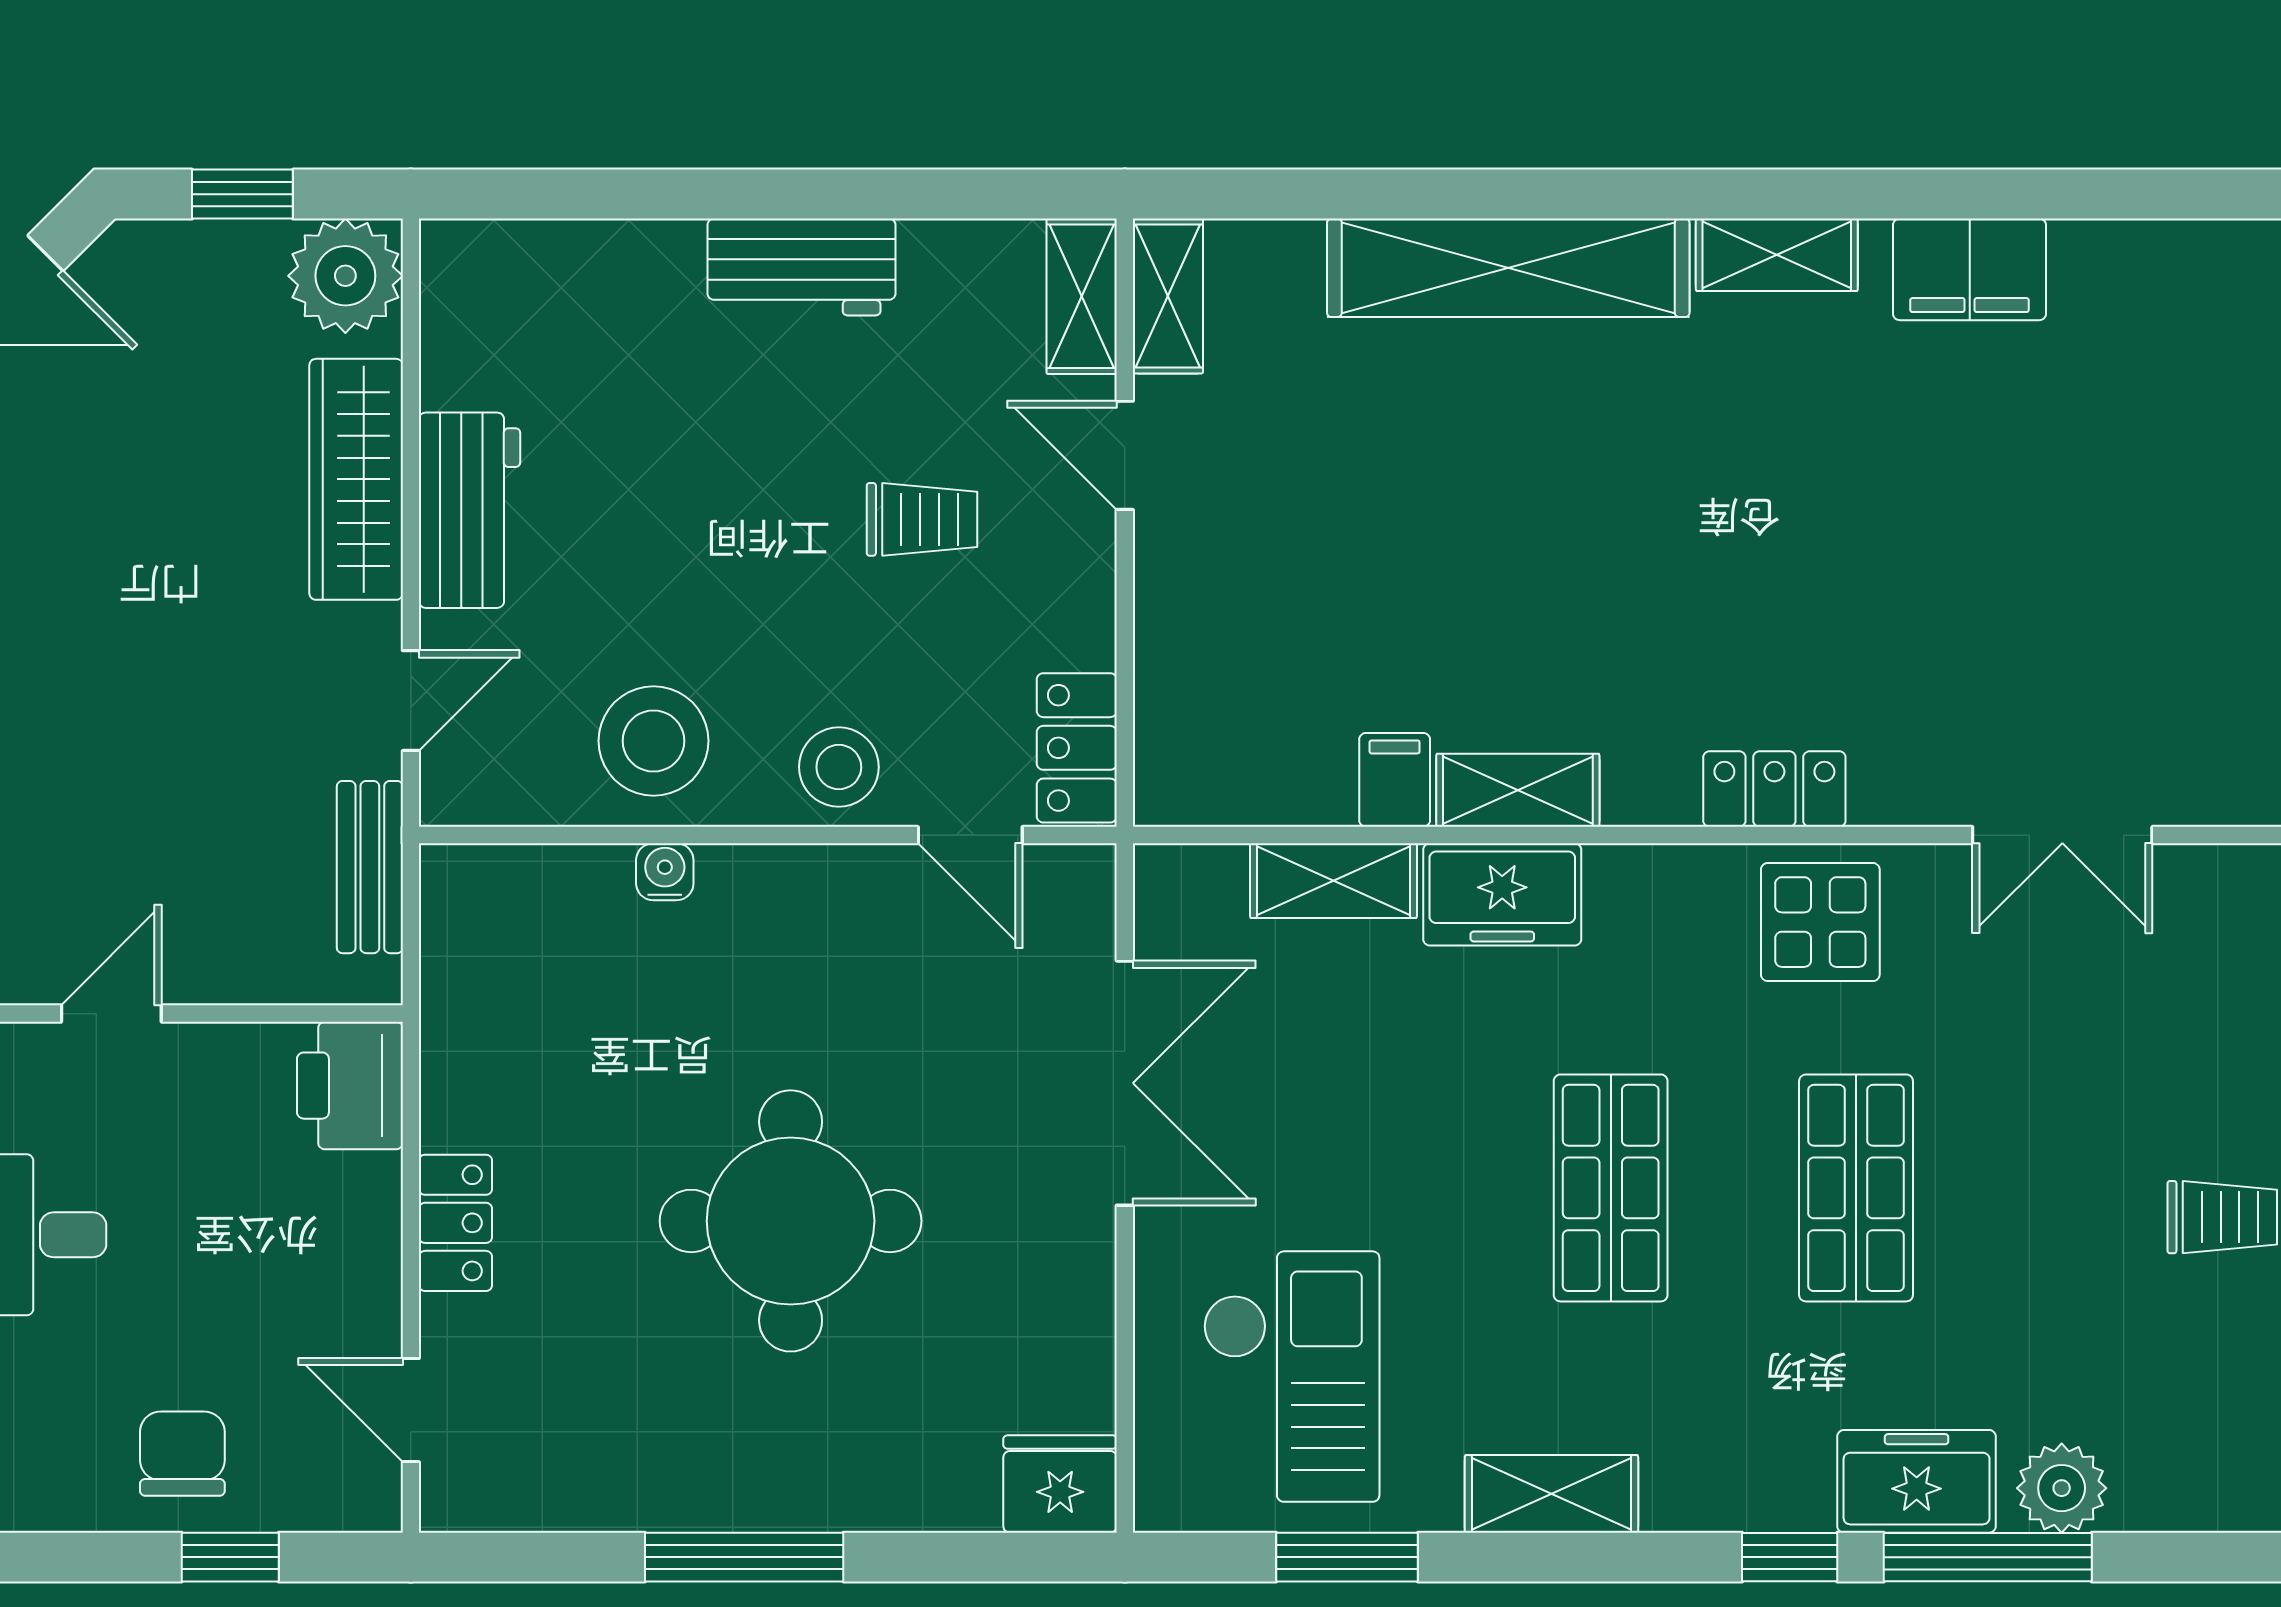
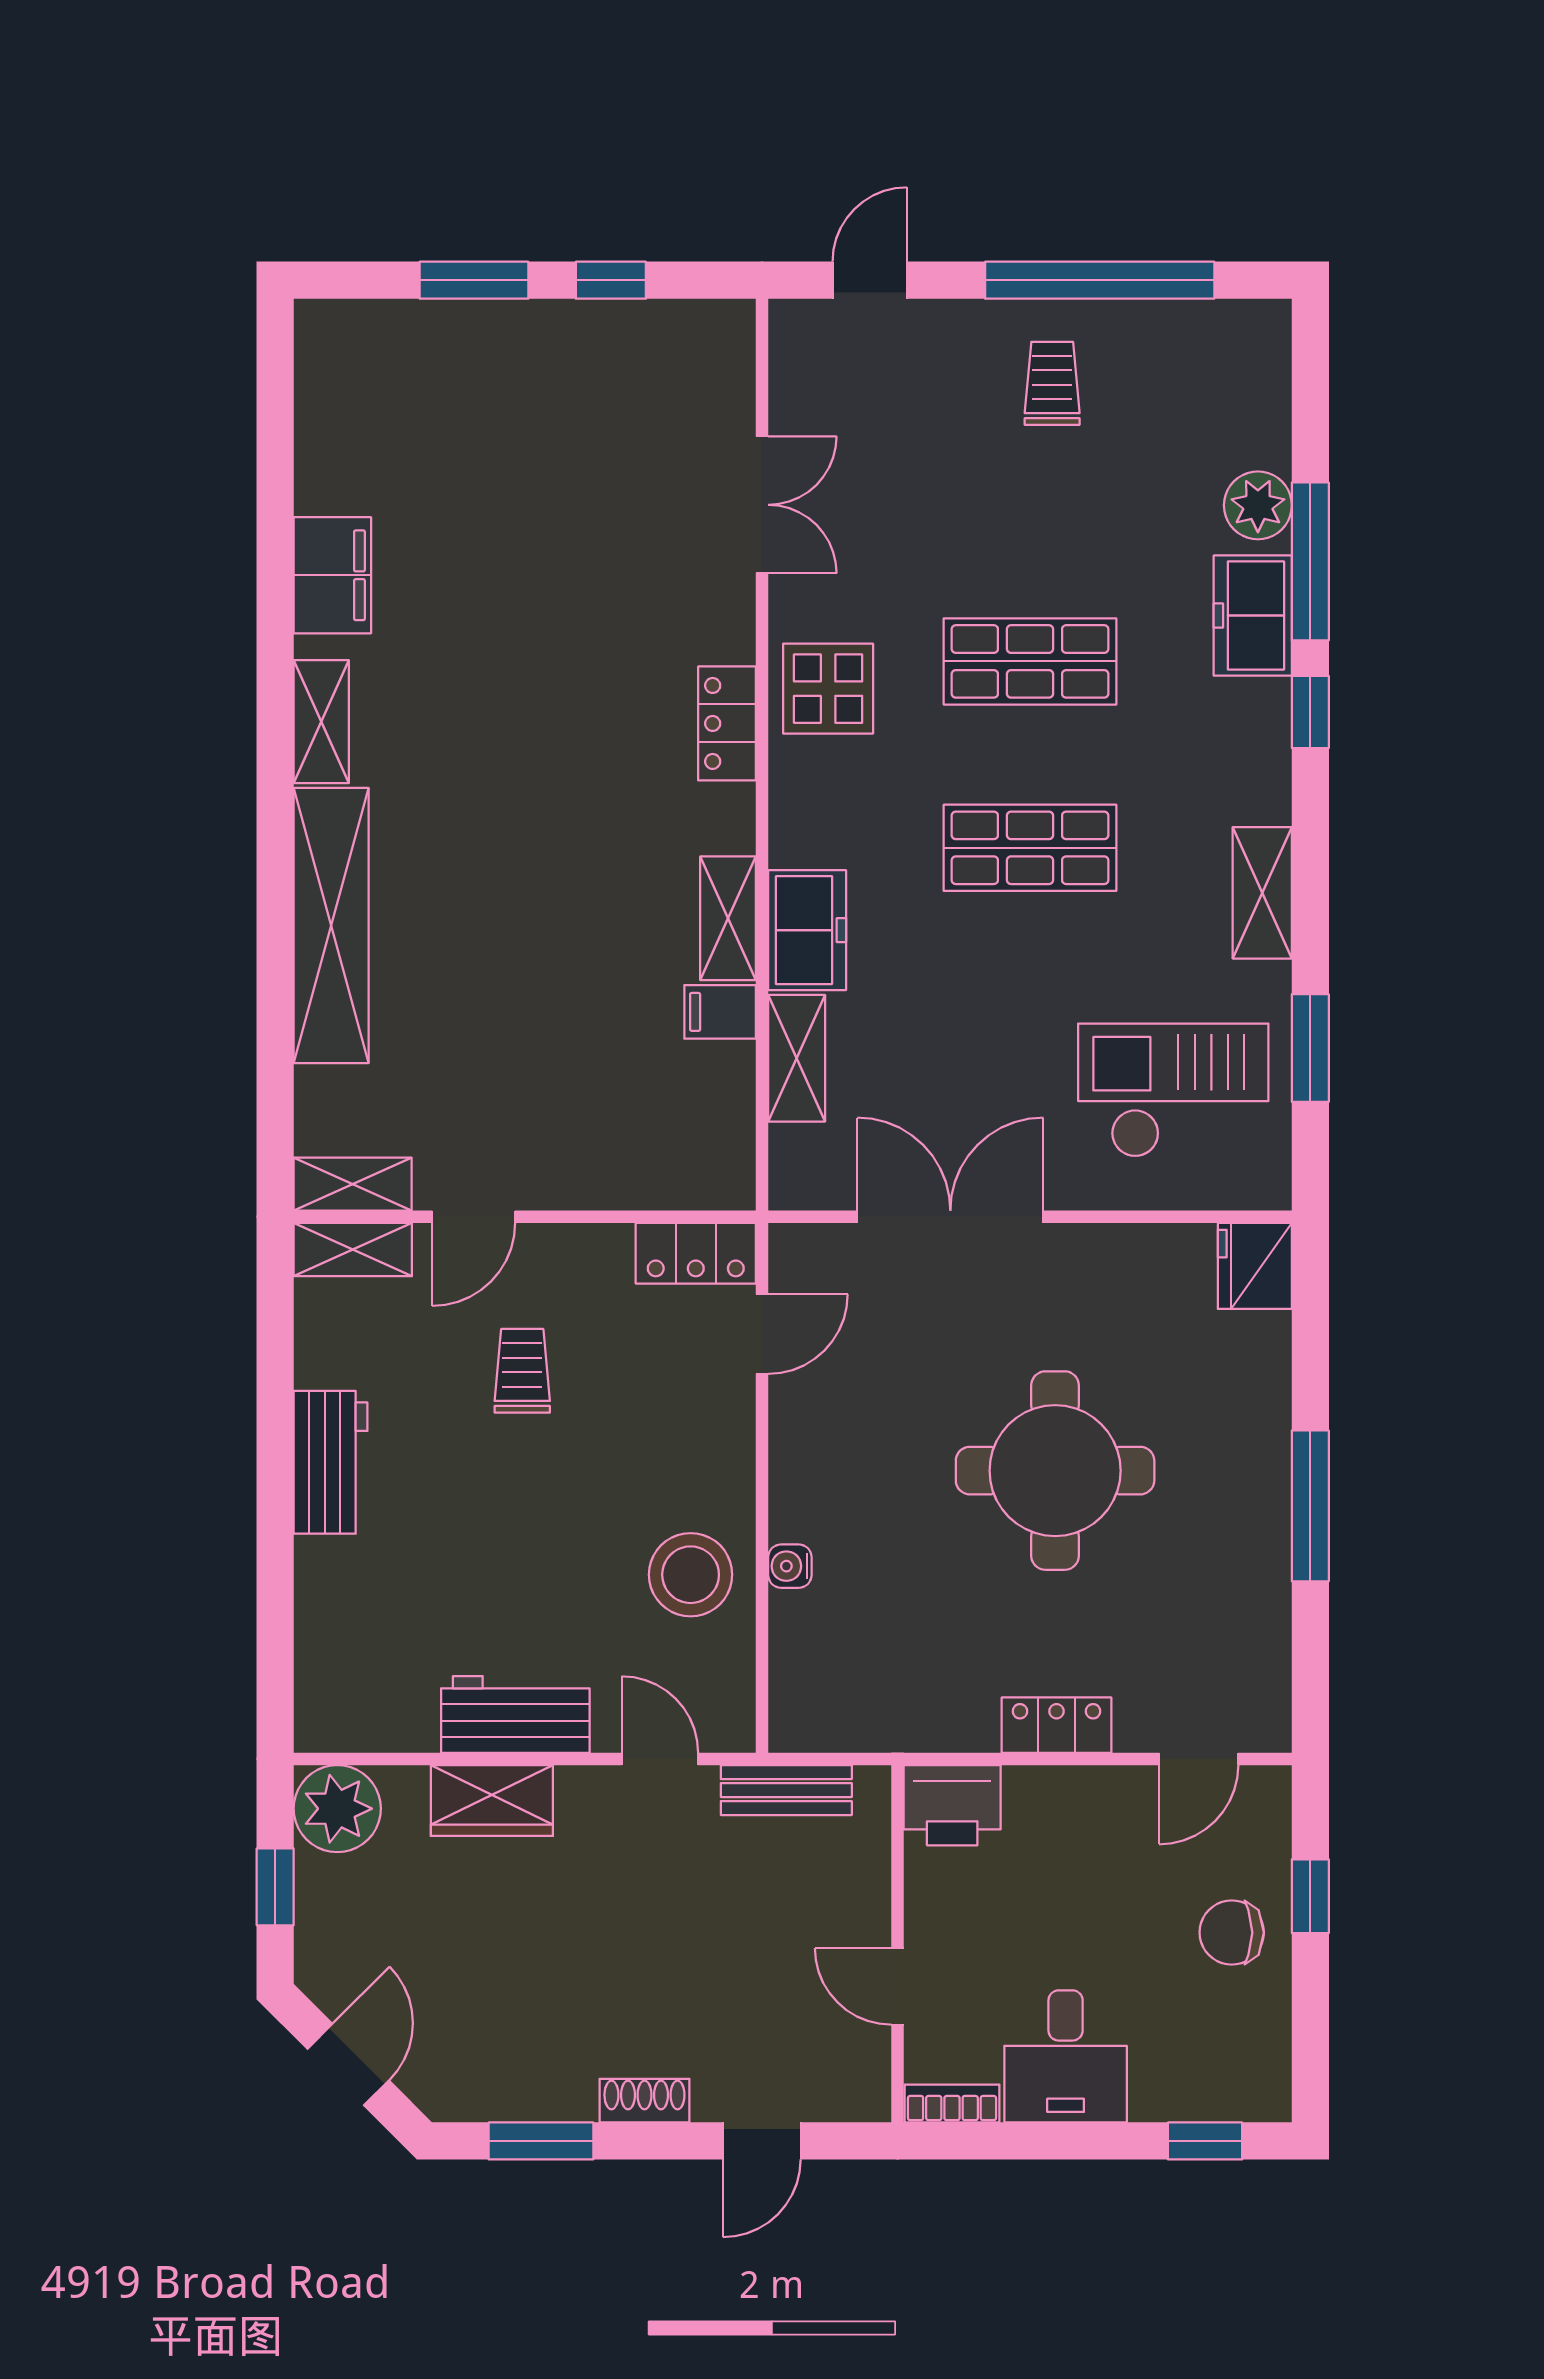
wardrobe: (356, 479) -> (492, 1801), width x0.67
stool: (839, 767) -> (710, 1434), removed

